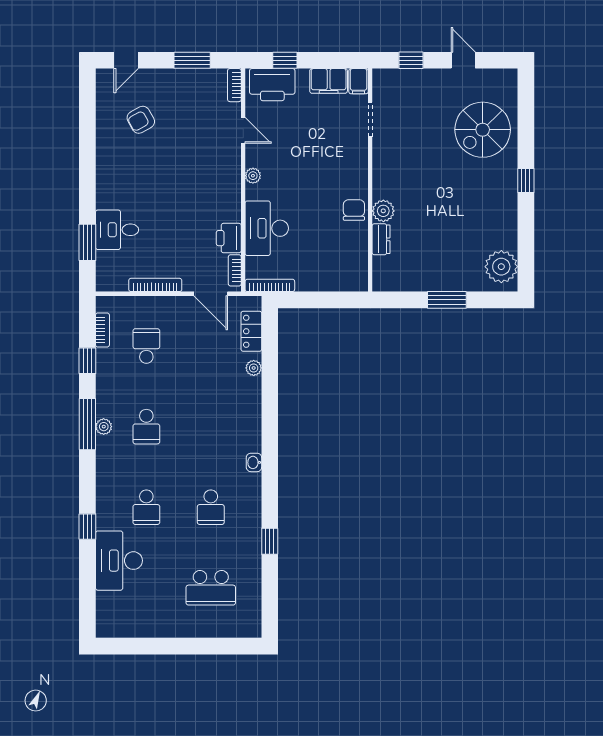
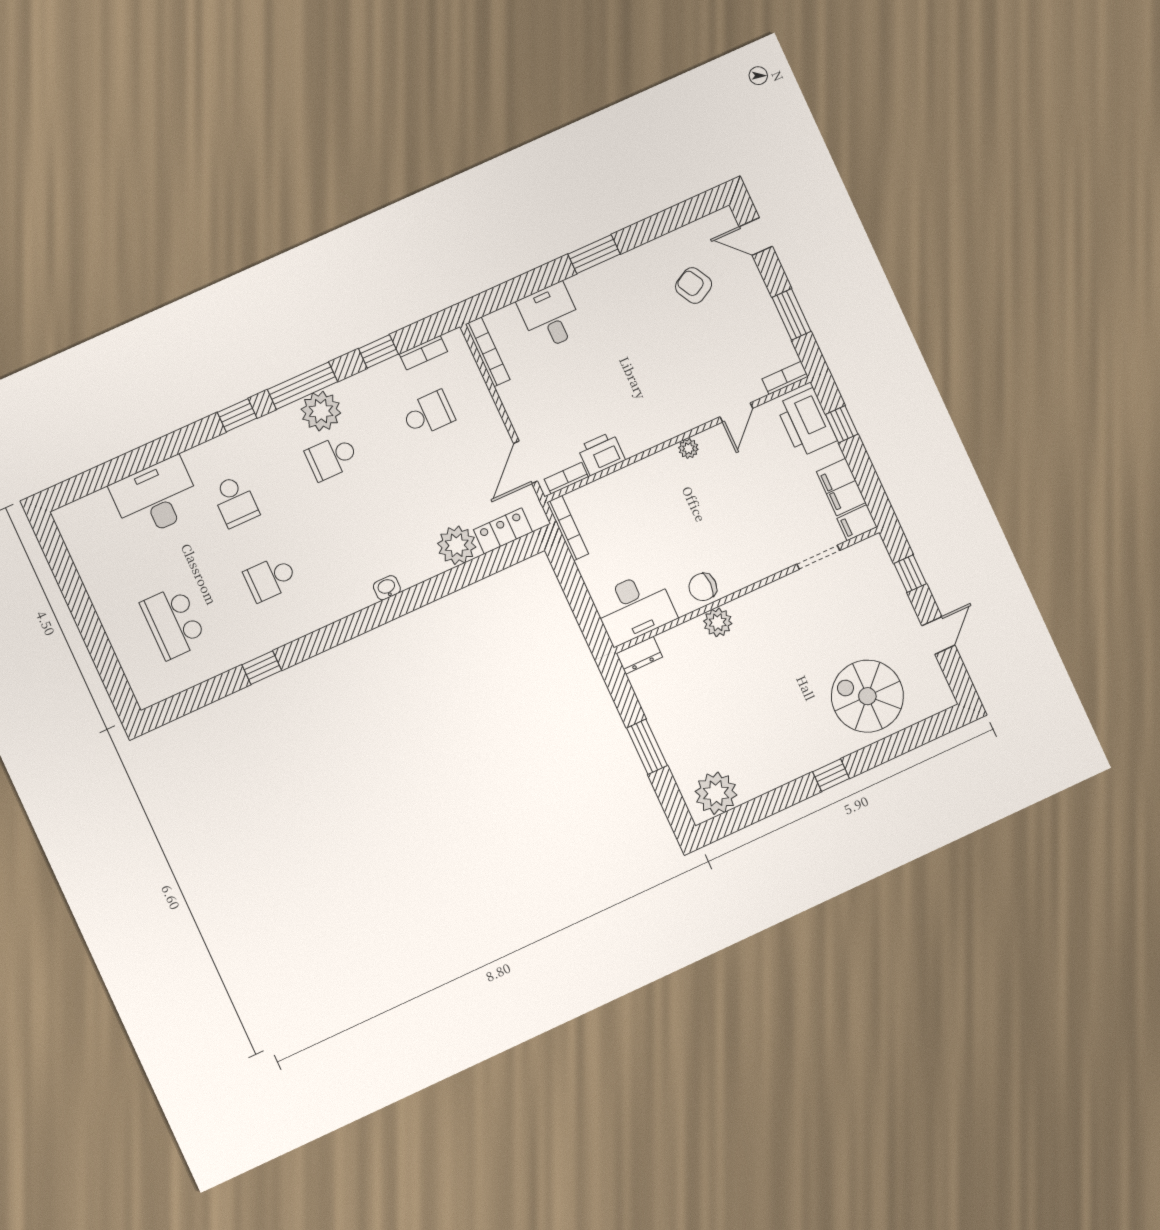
chair: (354, 210) -> (703, 587), turned 180
desk: (267, 228) -> (634, 608), moved, turned 180
dresser: (381, 239) -> (639, 655), moved
window: (87, 242) -> (594, 254), moved
bookcase: (155, 285) -> (488, 352), moved
plant: (254, 368) -> (457, 545), width x1.88, depth x1.88
plant: (104, 427) -> (321, 411), width x1.87, depth x1.87
washbasin: (254, 462) -> (387, 588), moved
school desk: (146, 507) -> (235, 501), turned -90
window: (87, 527) -> (237, 415), moved

